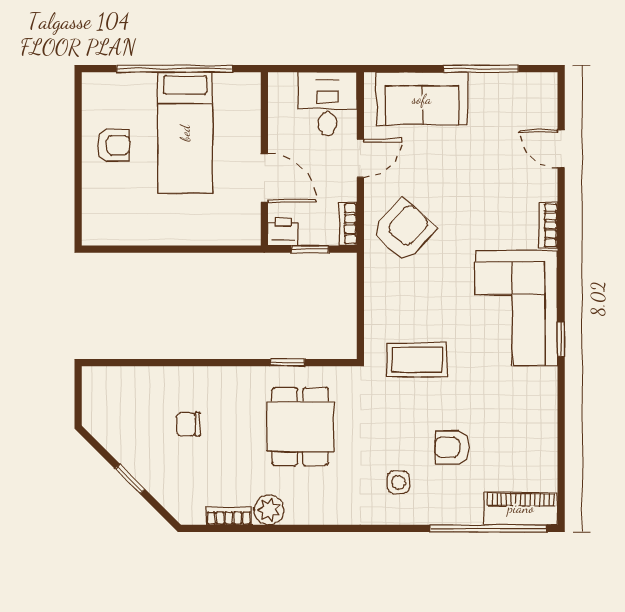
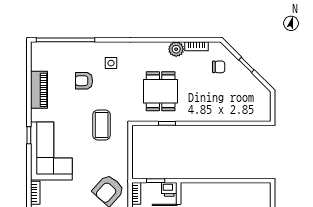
coffee table: (417, 360) -> (102, 125), turned 90
chair: (188, 424) -> (219, 67), moved
armchair: (452, 447) -> (84, 81), turned 180
piano: (521, 508) -> (39, 90), moved, turned -90

